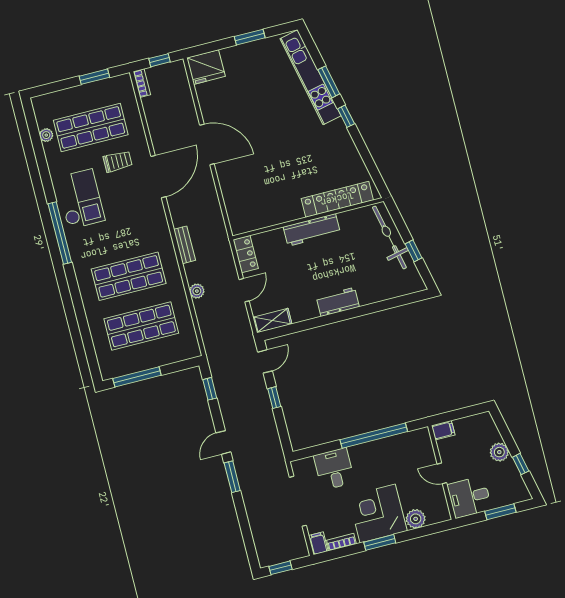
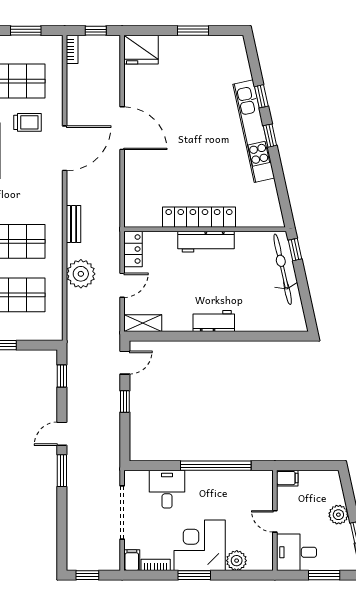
kitchen unit: (310, 77) -> (254, 131), moved
window: (329, 82) -> (261, 96), width x0.67
locker: (337, 199) -> (199, 217), moved
window: (414, 251) -> (295, 250), moved
plant: (197, 291) -> (81, 274), width x1.87, depth x1.87

